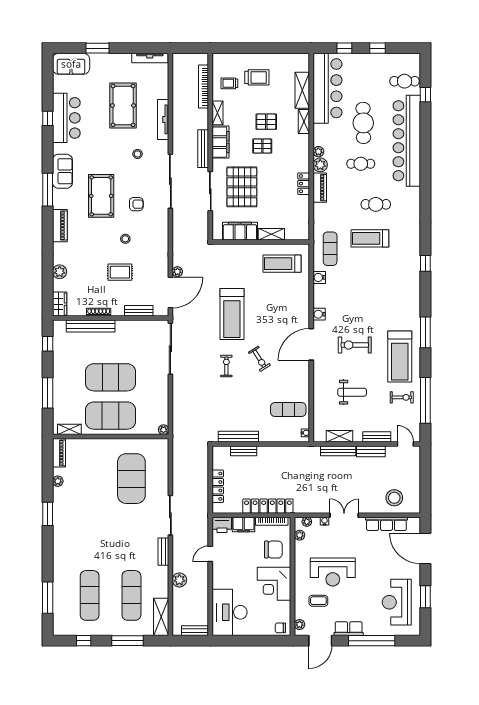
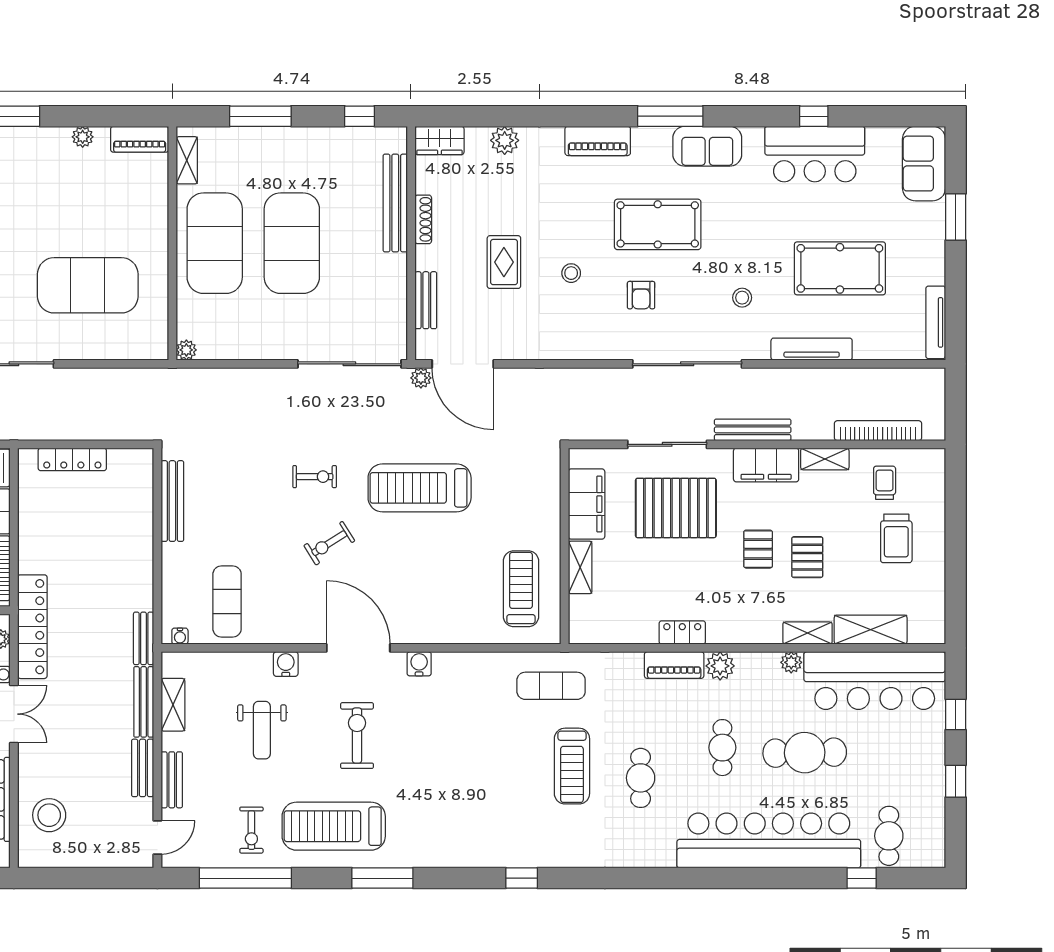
plant: (318, 152) -> (791, 662), moved
treadmill: (370, 238) -> (572, 766), turned 180
plant: (177, 272) -> (421, 378), moved
water cooler: (319, 277) -> (286, 664), moved
bench: (244, 451) -> (143, 638), moved
locker: (268, 506) -> (32, 627), moved

